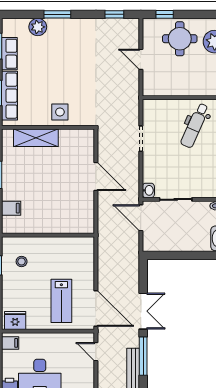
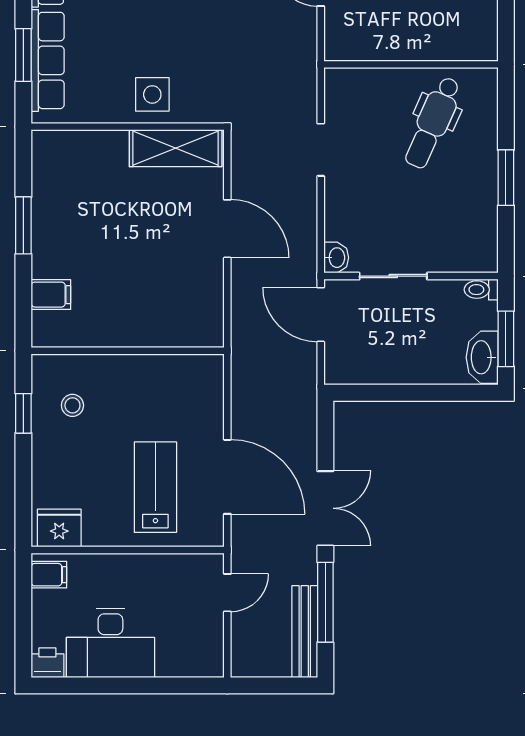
shelving: (36, 138) -> (176, 148), moved
lab bench: (61, 301) -> (155, 487), turned 180
door: (96, 308) -> (227, 477), moved
door: (96, 352) -> (227, 593), swing flipped

